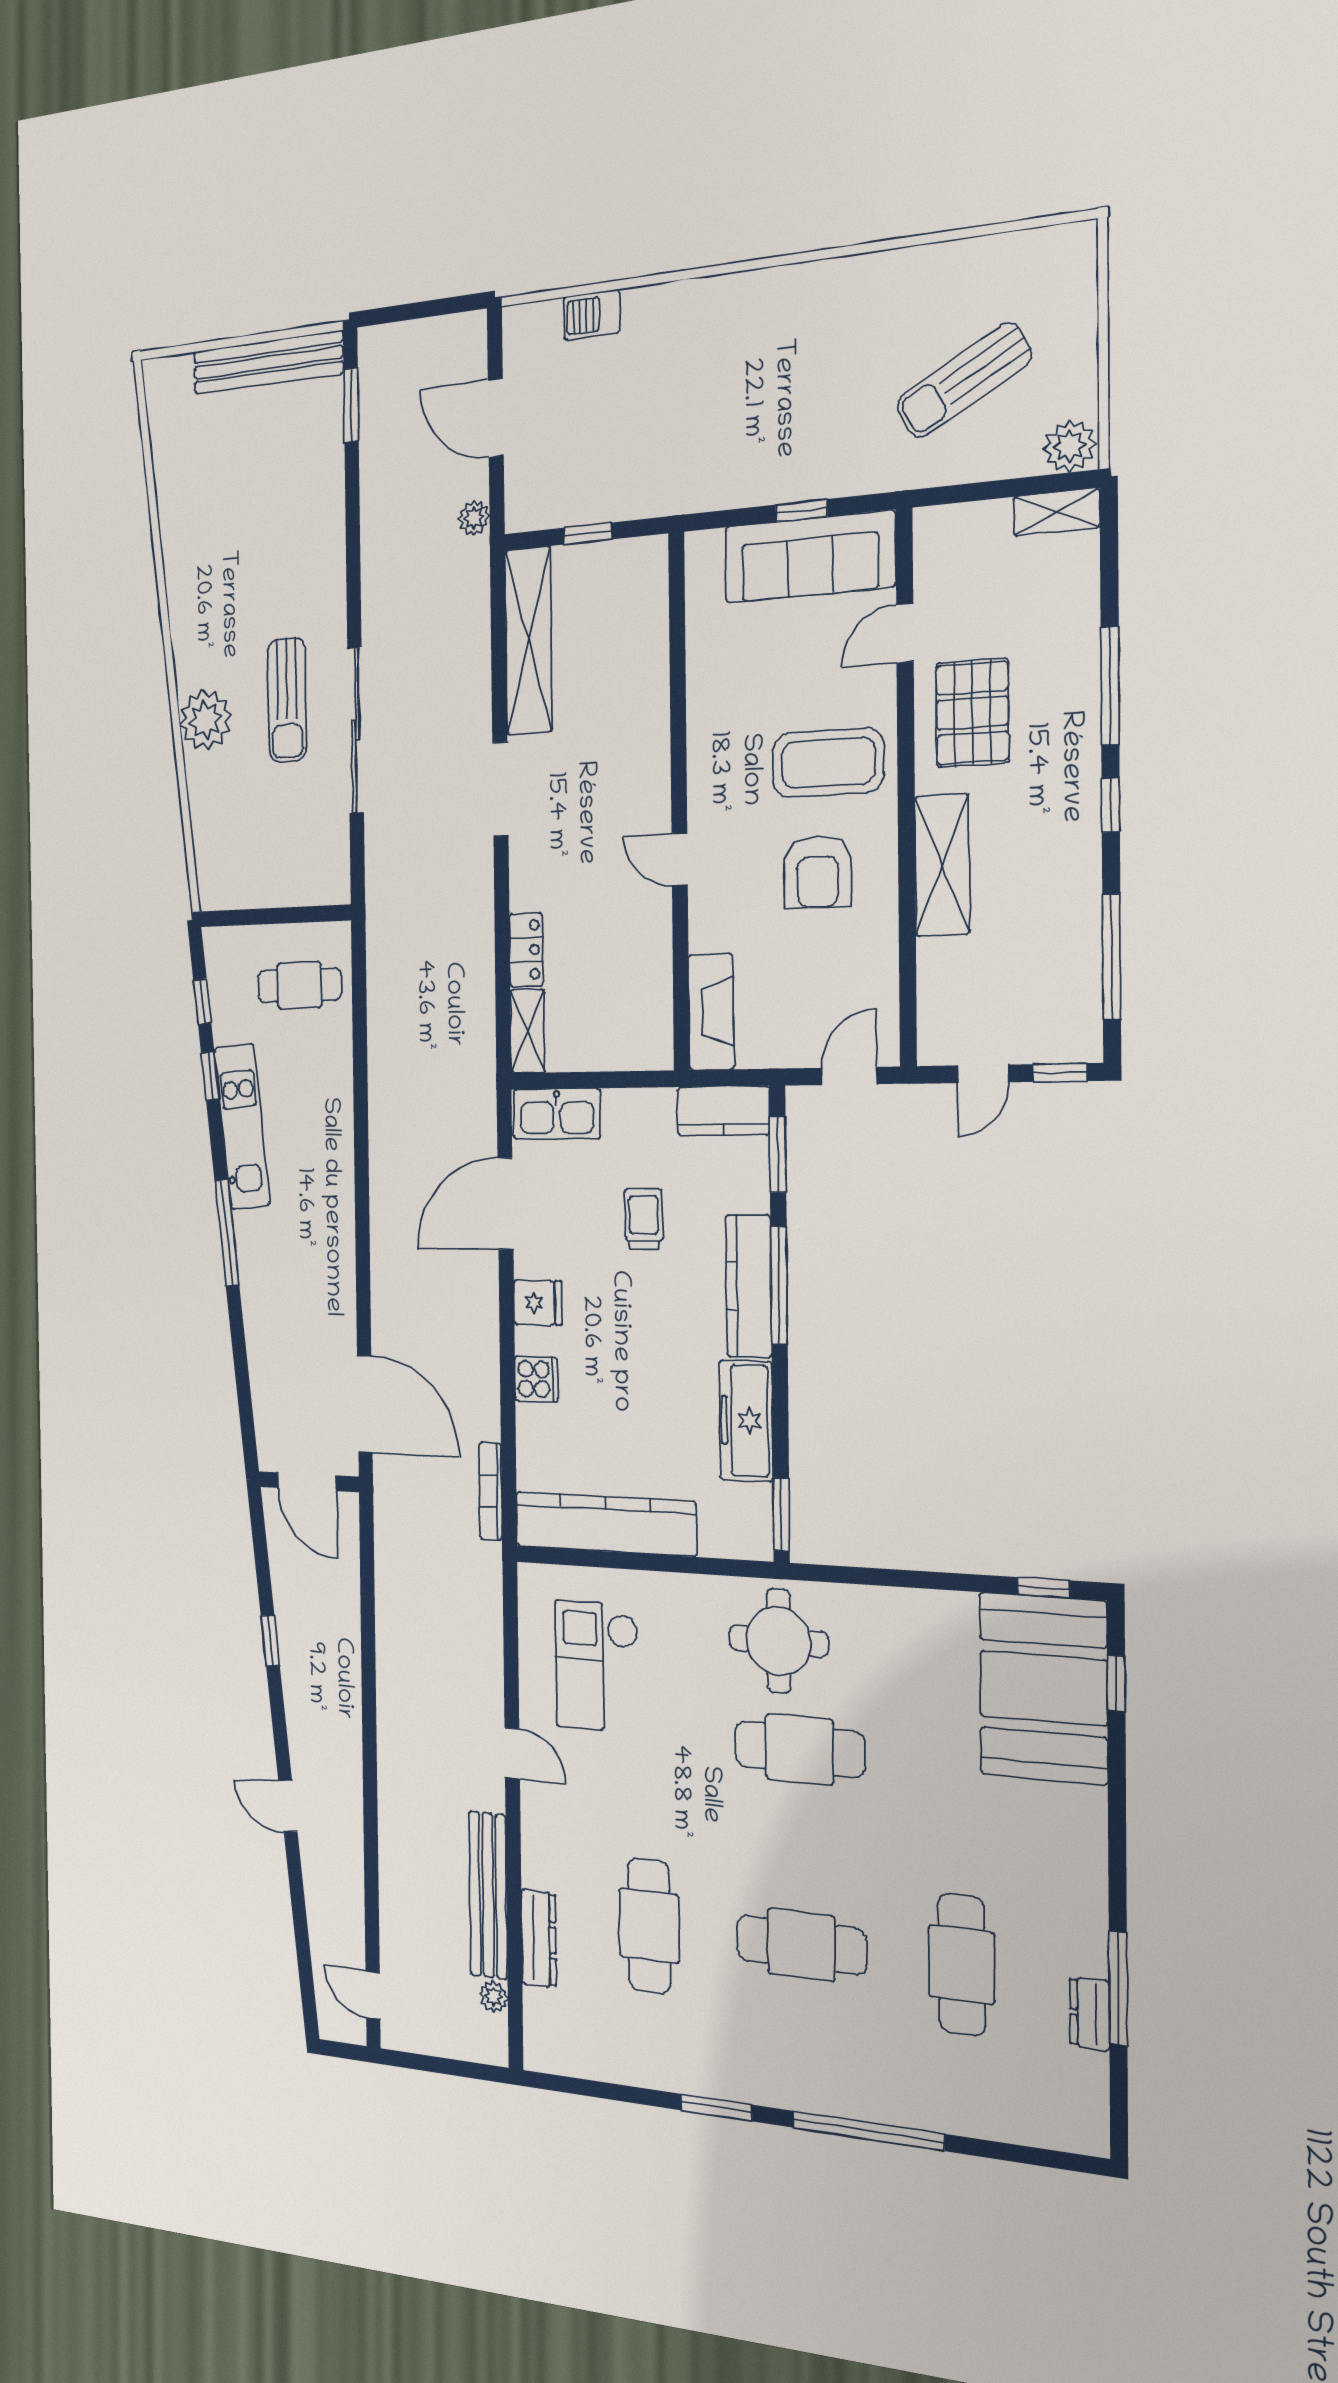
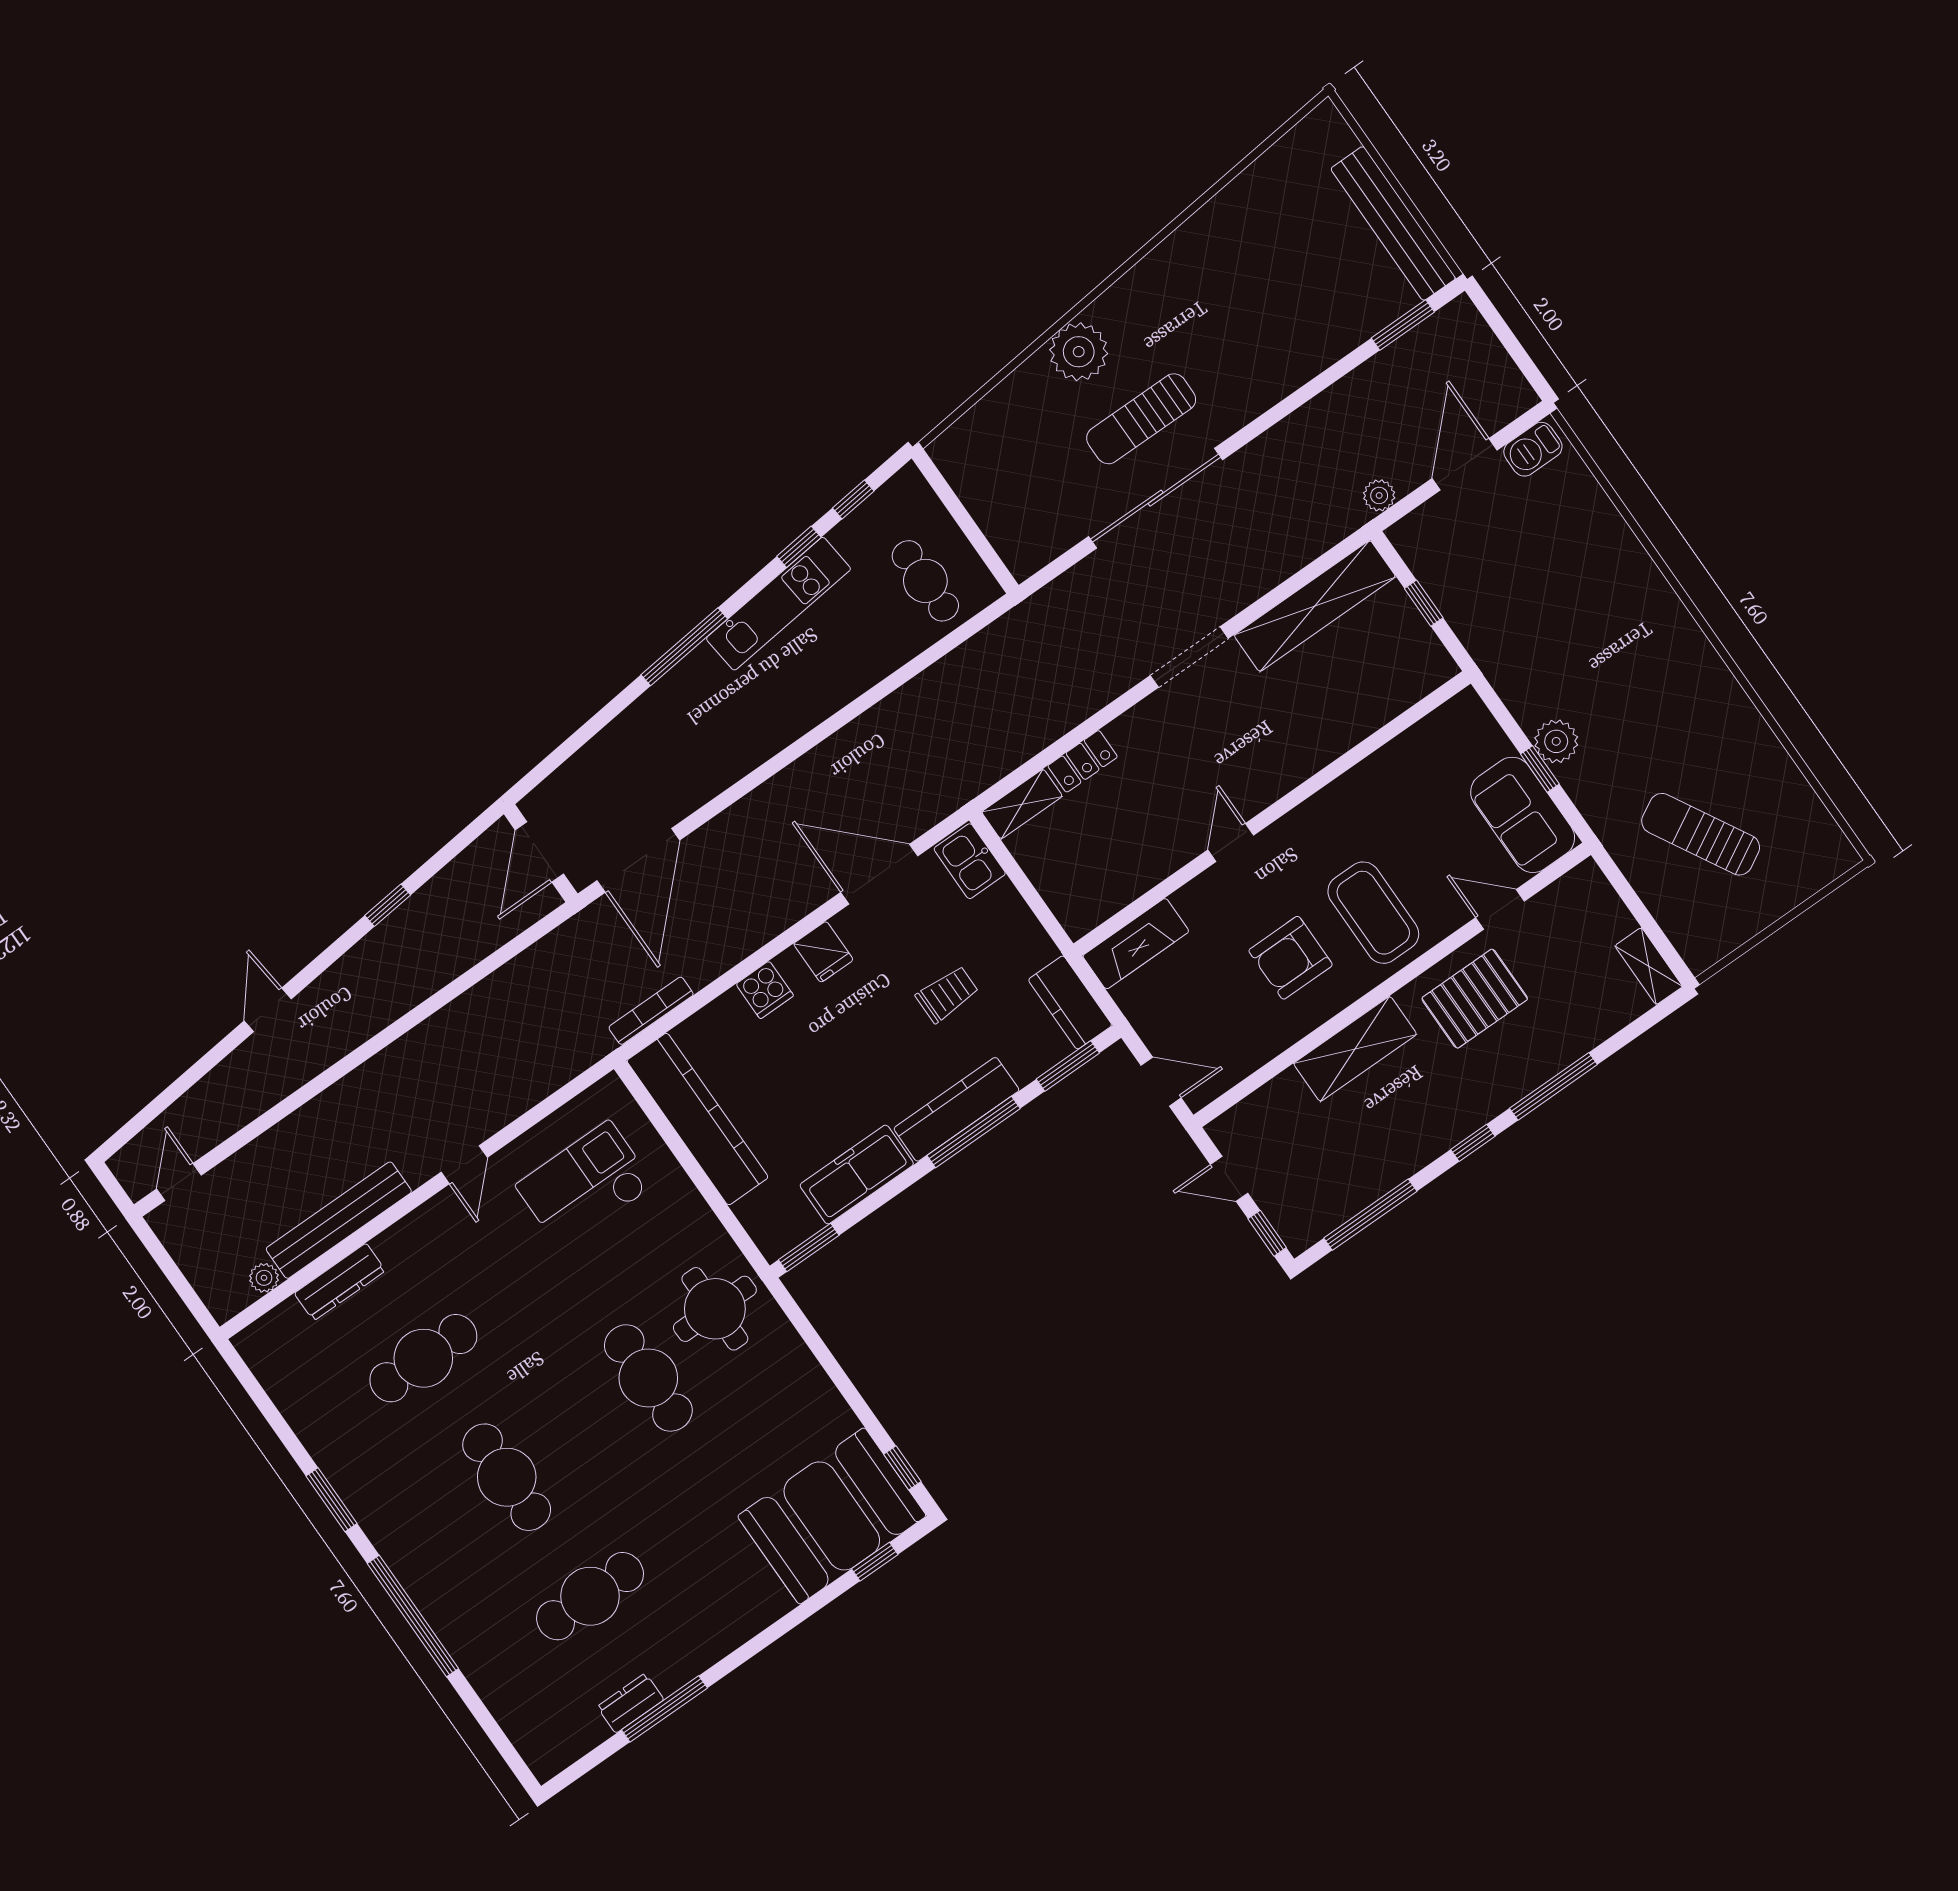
barbecue: (592, 315) -> (1533, 449), moved, turned -90
plant: (1070, 446) -> (1556, 741), moved
sofa: (810, 557) -> (1523, 815), width x0.73
kitchen sink: (557, 1114) -> (970, 861), width x0.73

